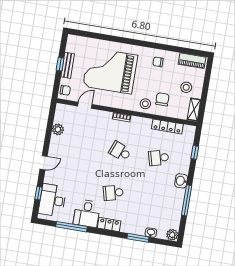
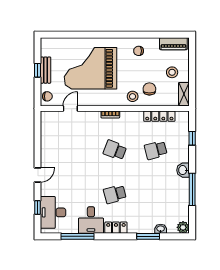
plant: (58, 129) -> (47, 138), removed

